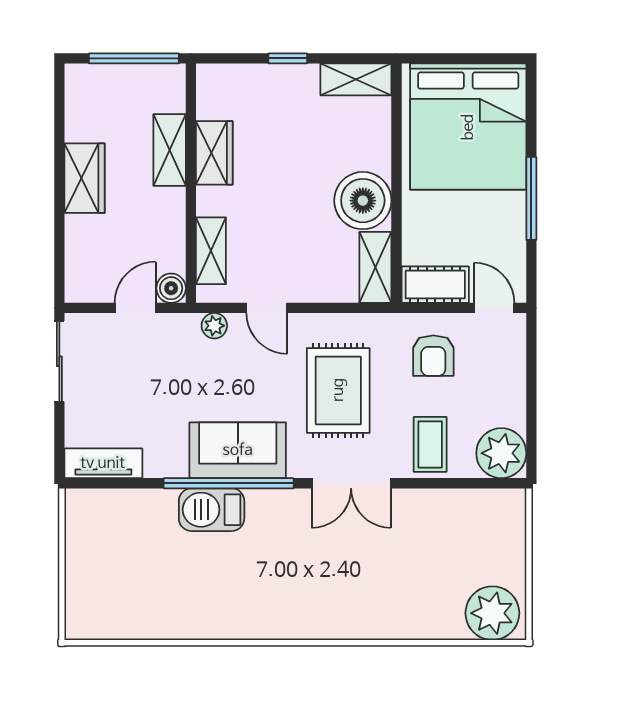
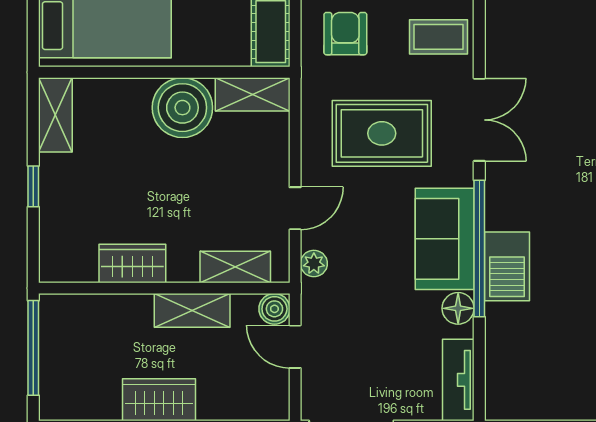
shelving: (170, 150) -> (192, 310), moved
armchair: (433, 356) -> (345, 34), turned -90
floor lamp: (172, 463) -> (458, 308), added

